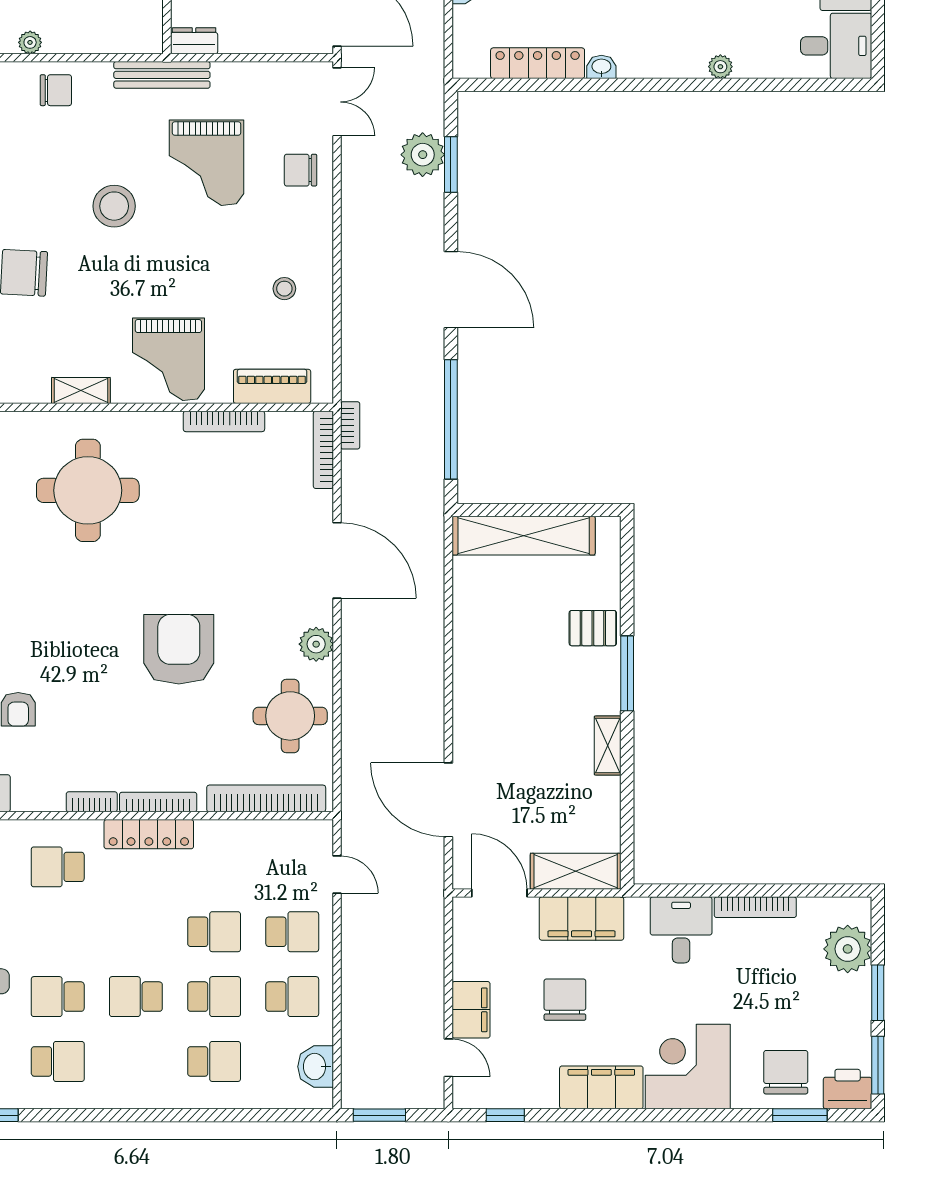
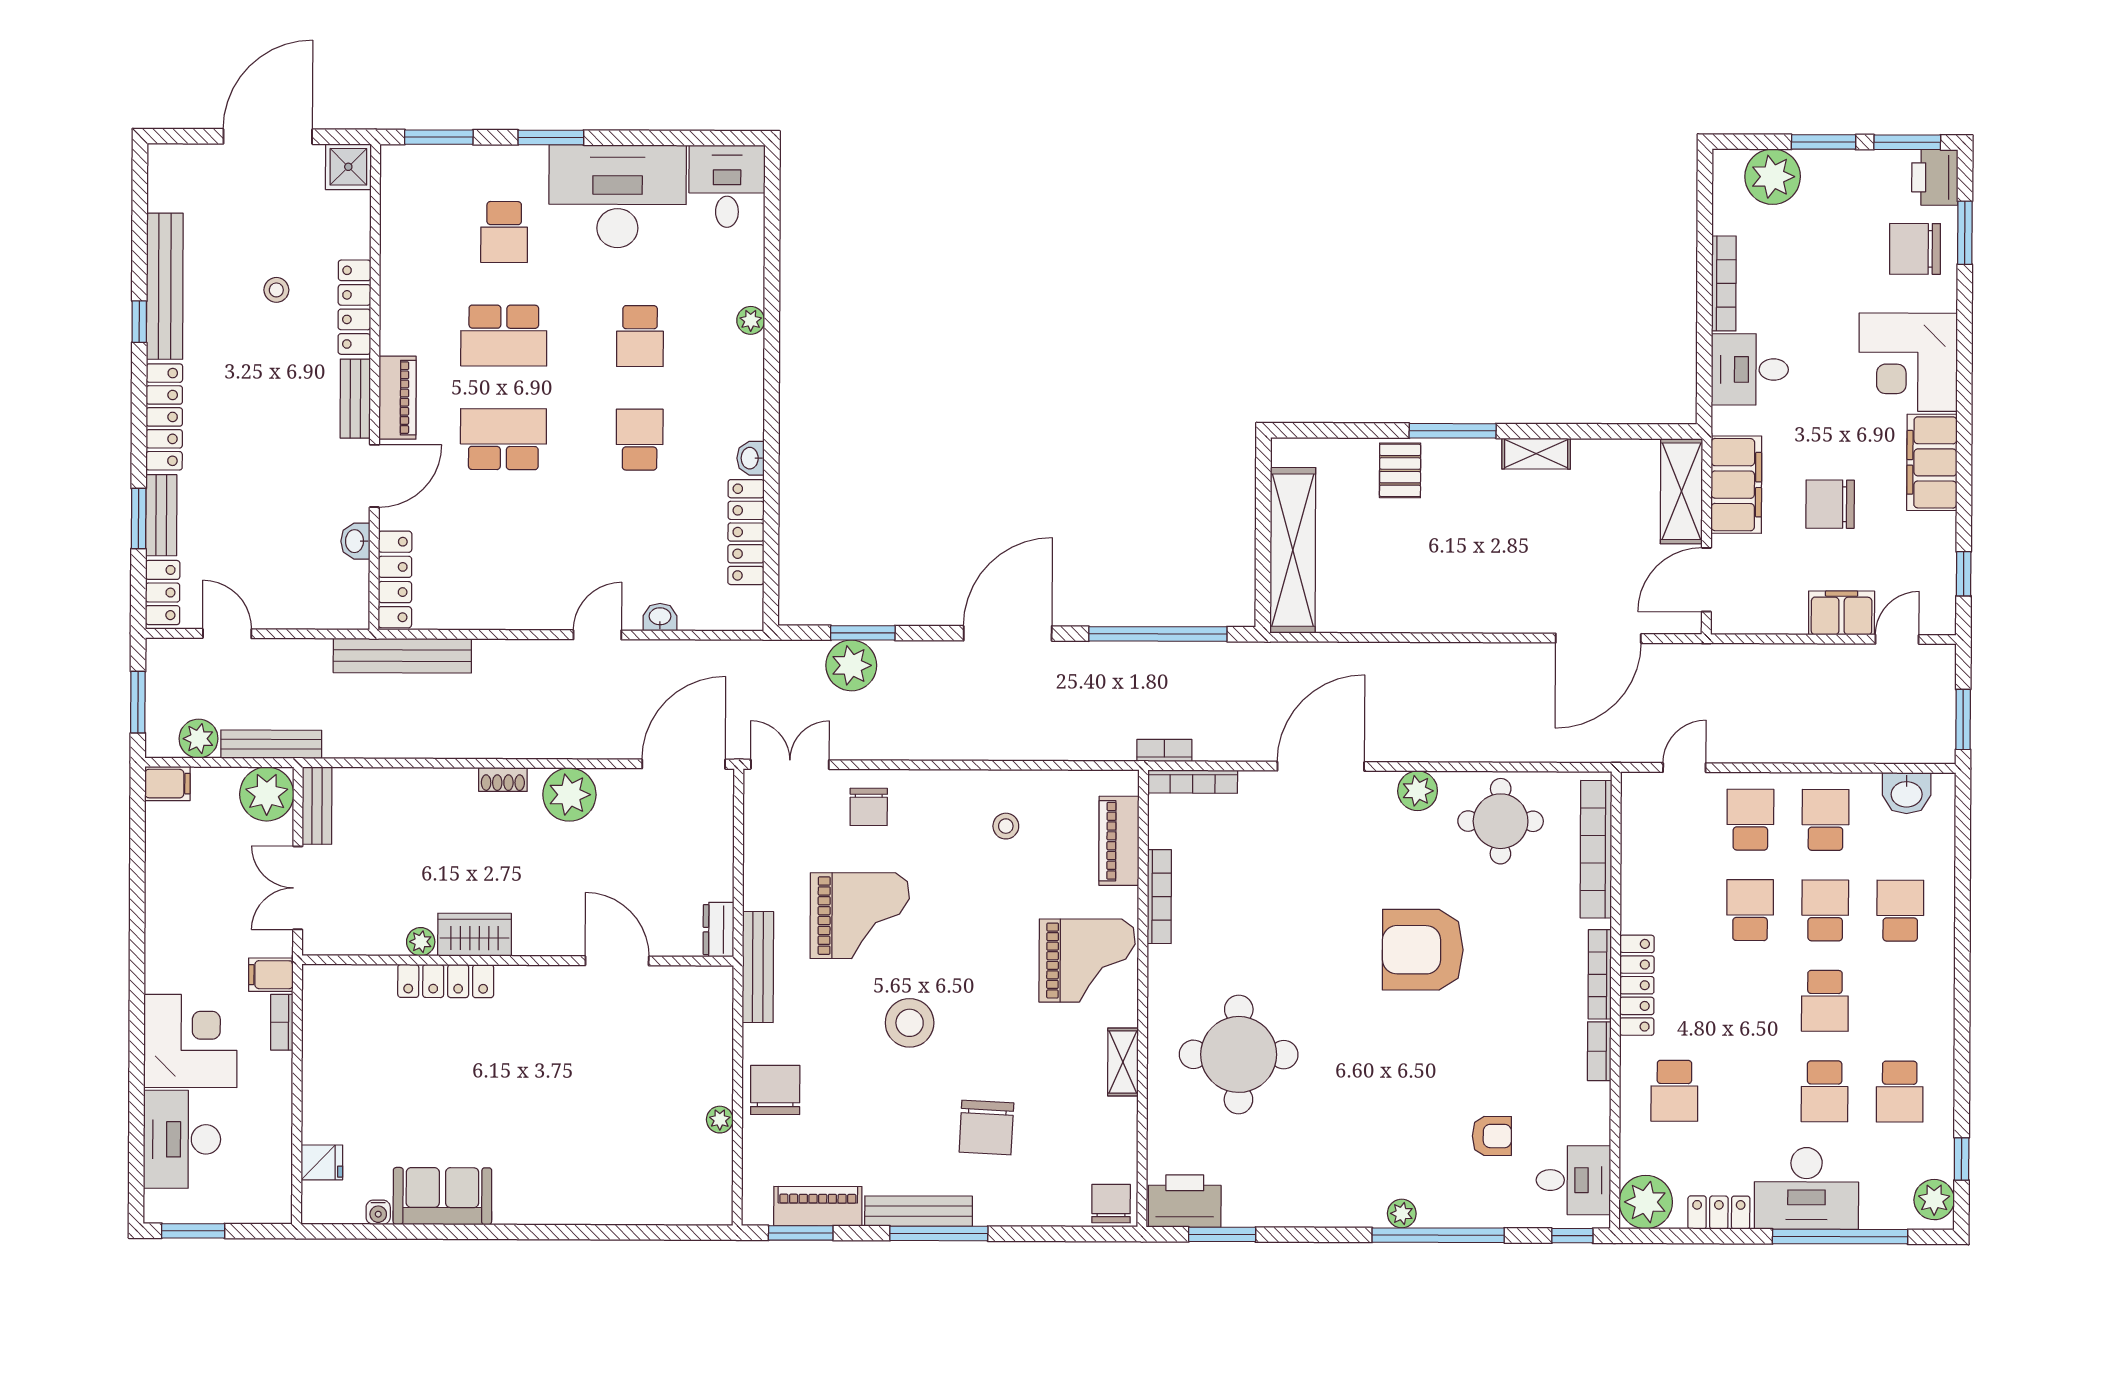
chair: (56, 90) -> (775, 1090), width x1.37, depth x1.37
school desk: (58, 1061) -> (1900, 1092), turned 180

